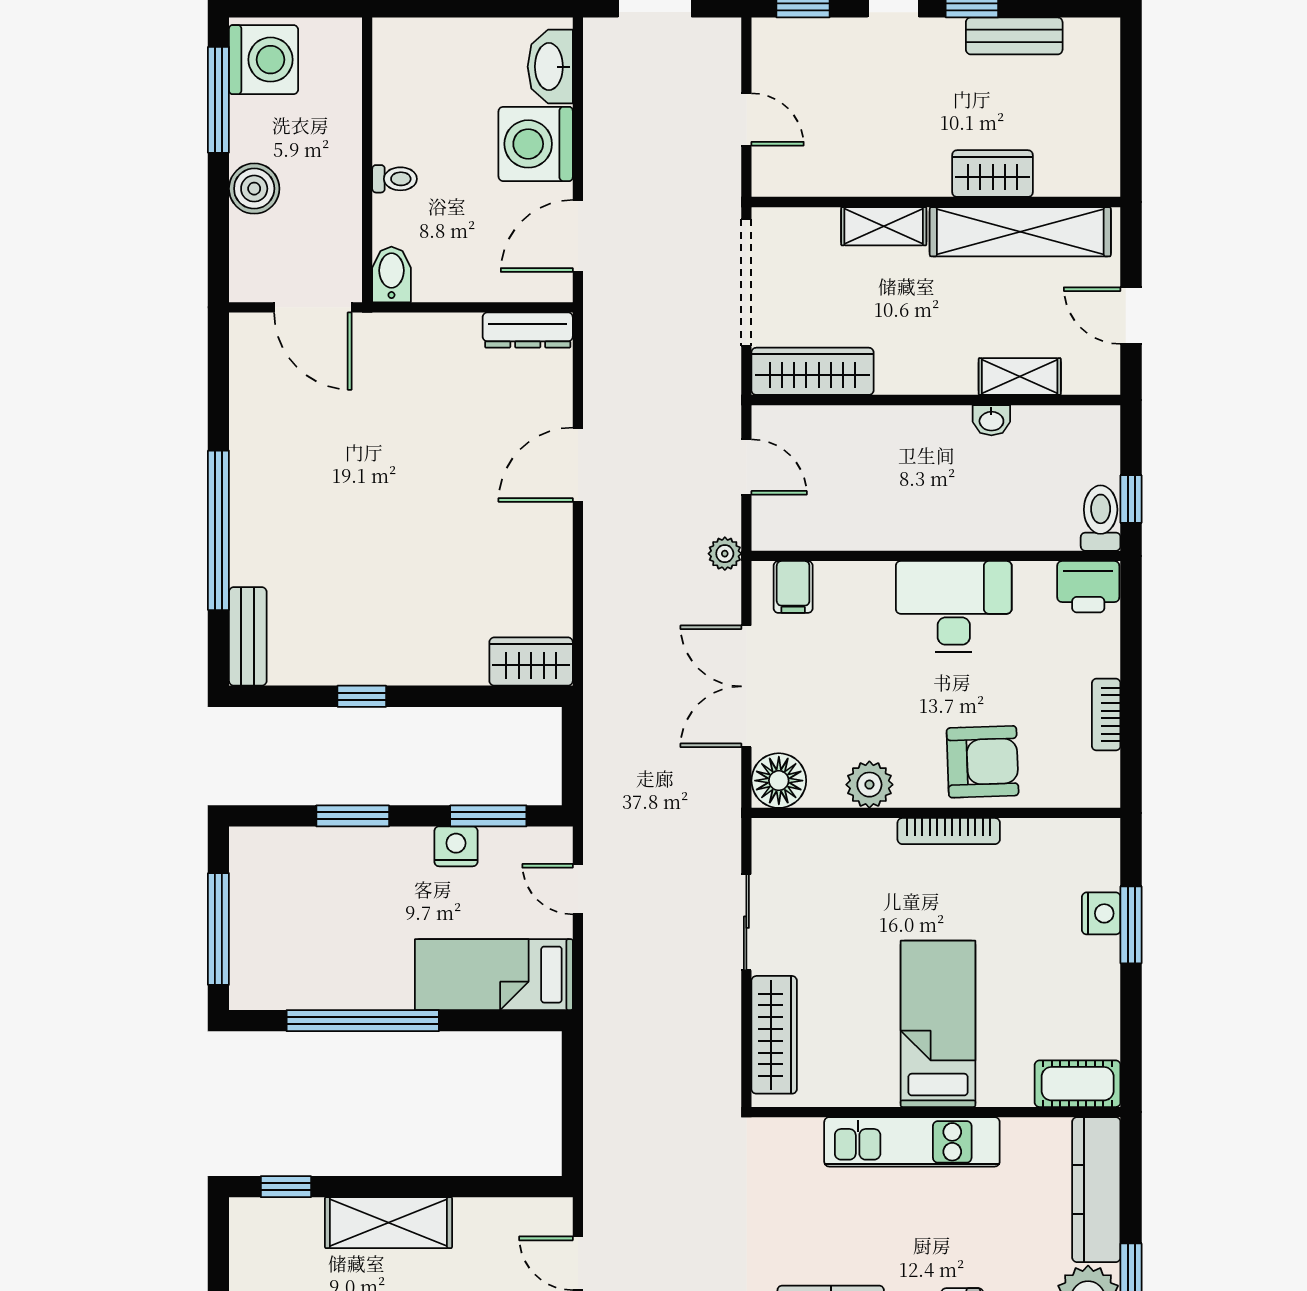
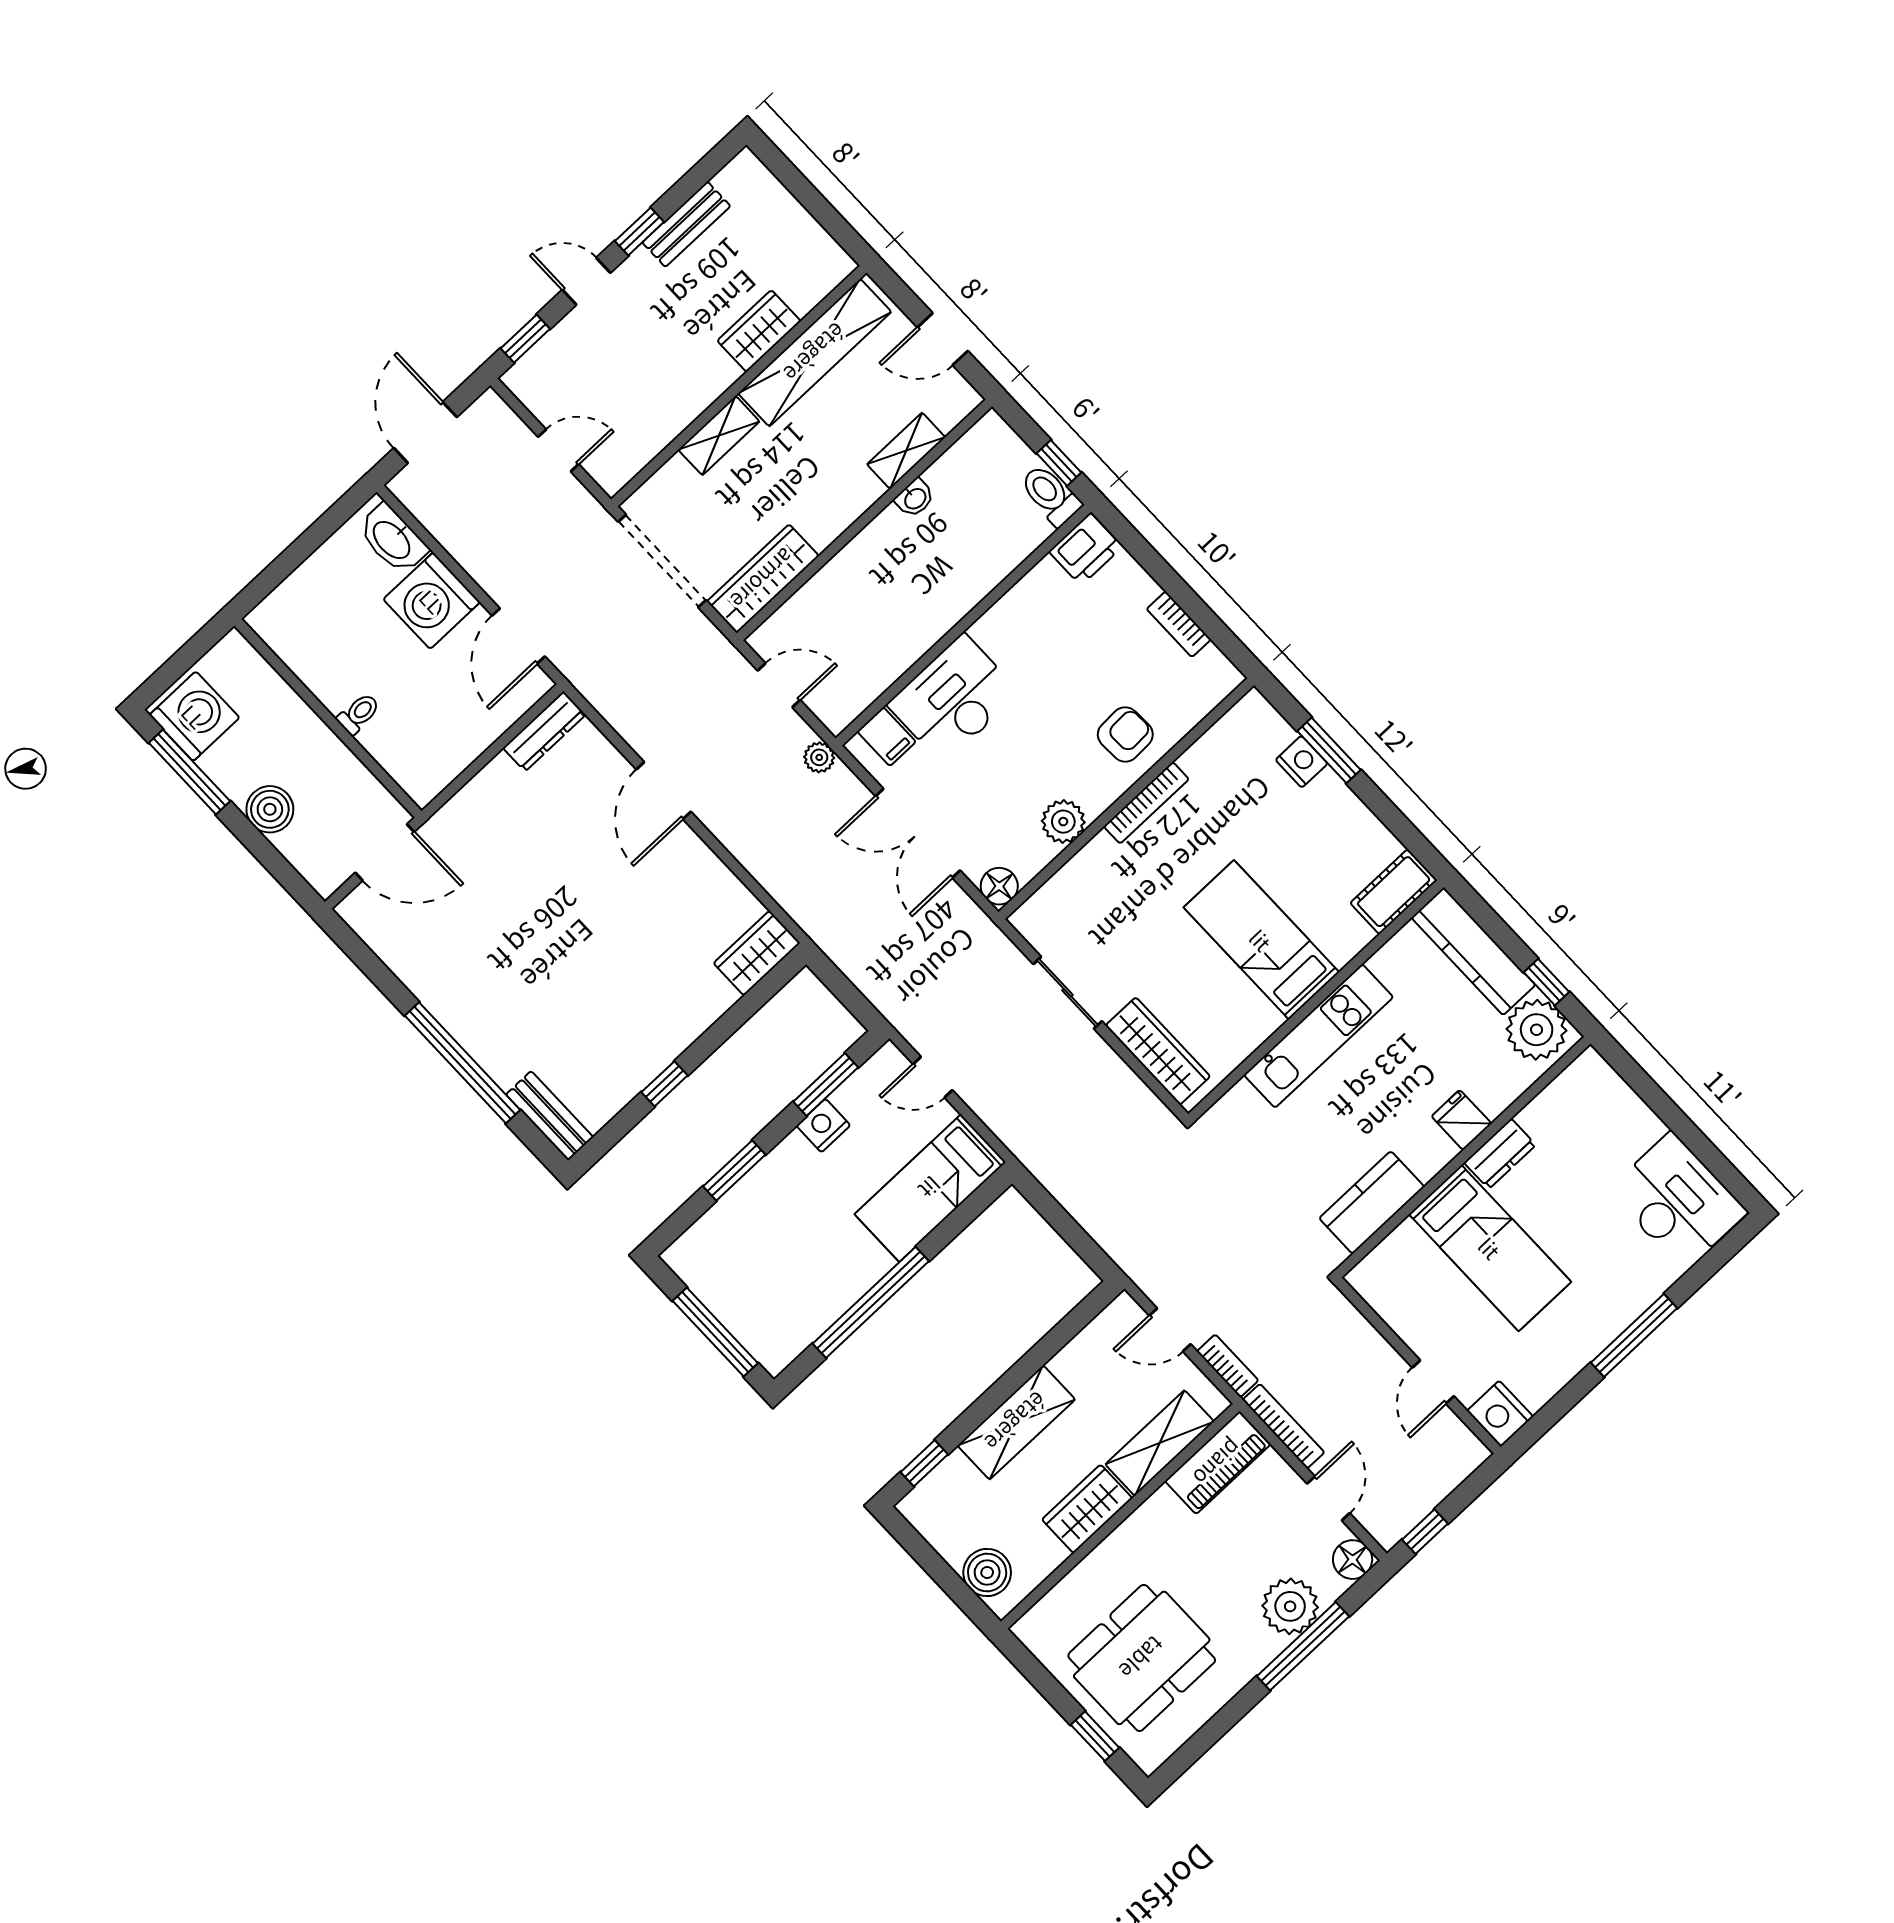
bidet: (391, 274) -> (417, 780), removed
desk: (954, 606) -> (953, 699), moved
armchair: (983, 762) -> (1125, 734), width x0.72, depth x0.72
floor lamp: (779, 781) -> (999, 886), width x0.73, depth x0.73

